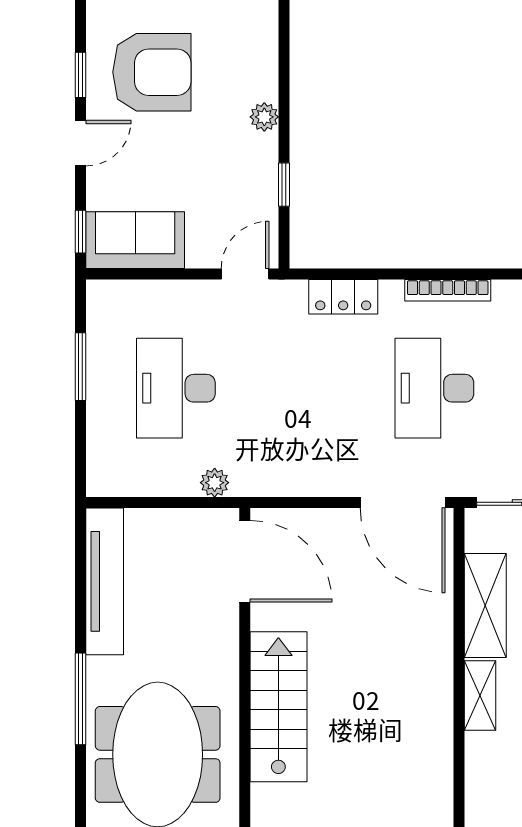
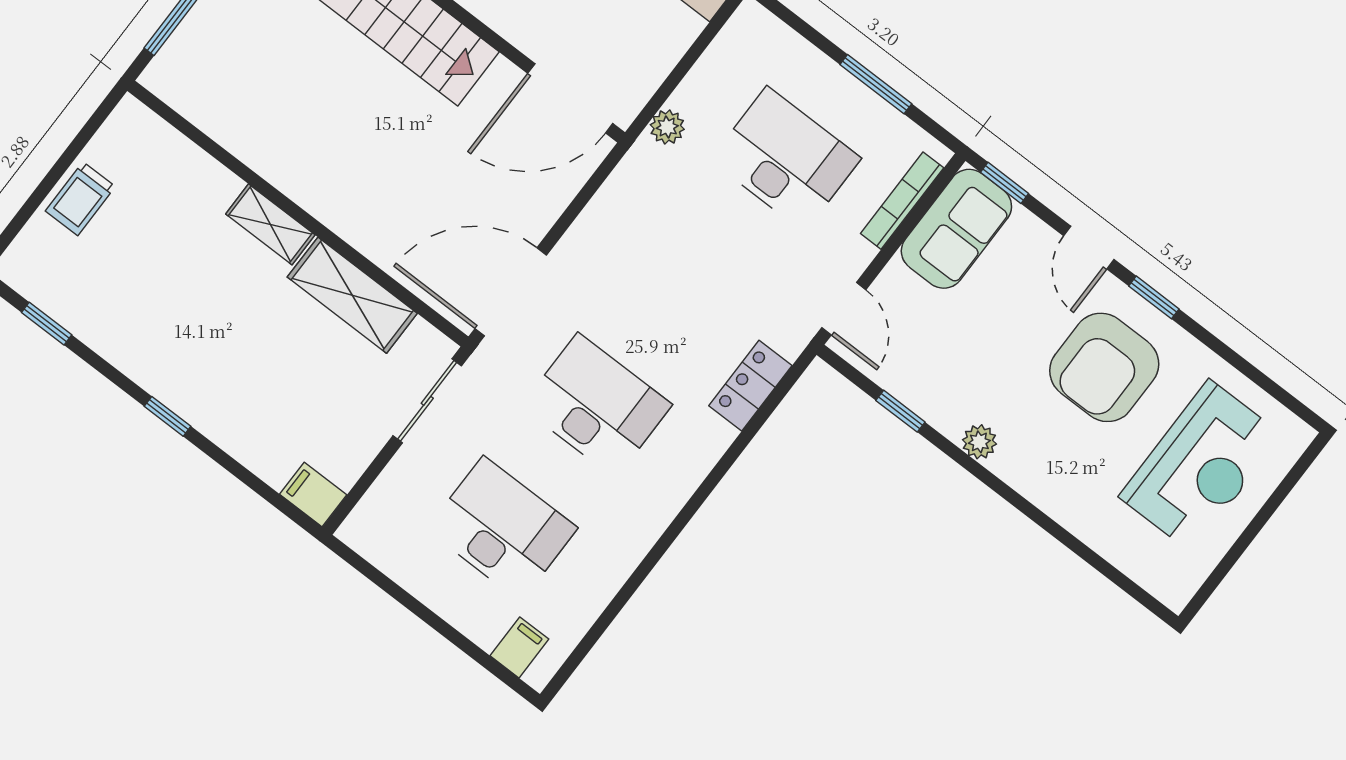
bookcase: (448, 290) -> (902, 201), moved

